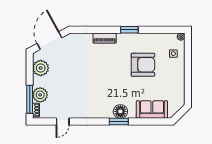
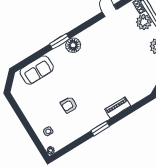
armchair: (143, 65) -> (69, 105), width x0.53, depth x0.53
floor lamp: (120, 111) -> (73, 45), moved

